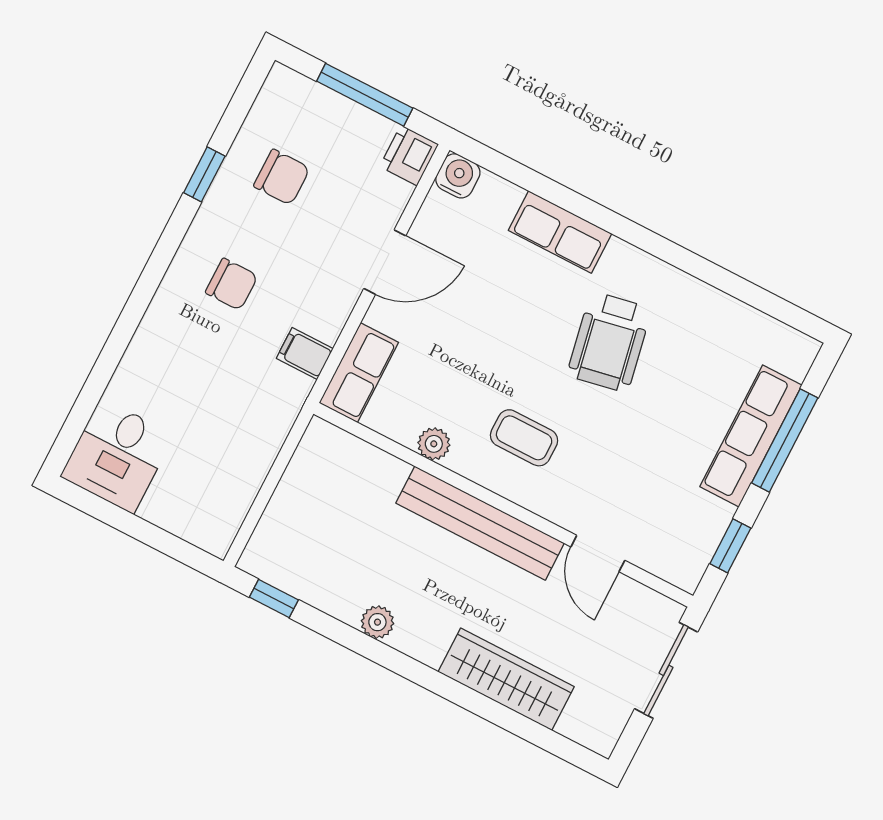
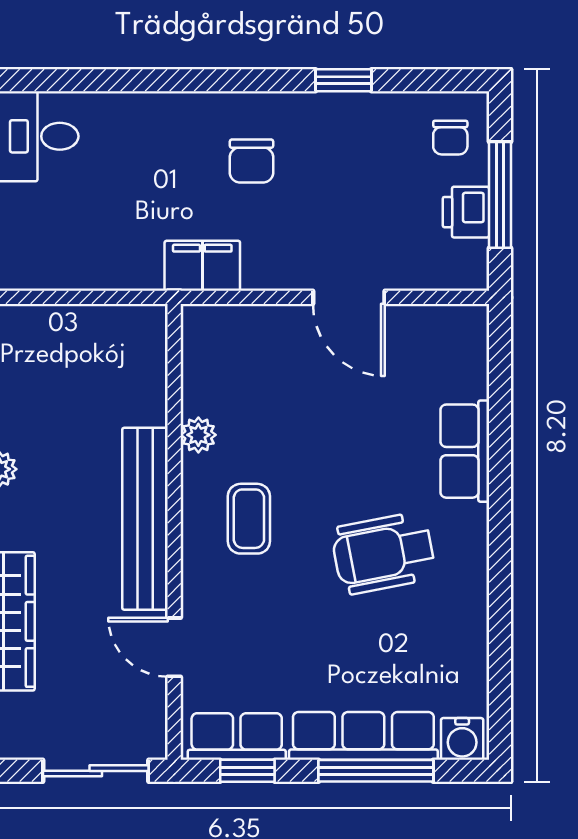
printer: (409, 155) -> (466, 212), moved, turned -90
water cooler: (458, 176) -> (462, 739), moved, turned 90
chair: (282, 177) -> (450, 138), moved, width x0.73, depth x0.73
filing cabinet: (305, 353) -> (202, 266), width x2.00
row of seats: (359, 373) -> (237, 737), moved, turned 180
door: (598, 554) -> (174, 647), hinge flipped

